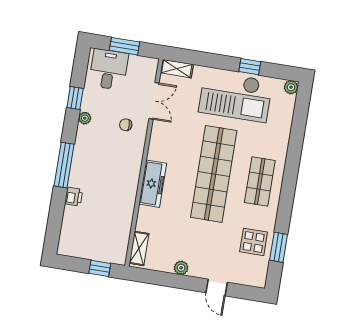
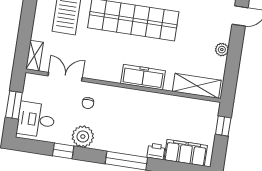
plant: (85, 118) -> (83, 137), width x1.88, depth x1.88
filing cabinet: (72, 228) -> (186, 153), added
shelving: (139, 248) -> (197, 86), width x1.50, depth x1.33

